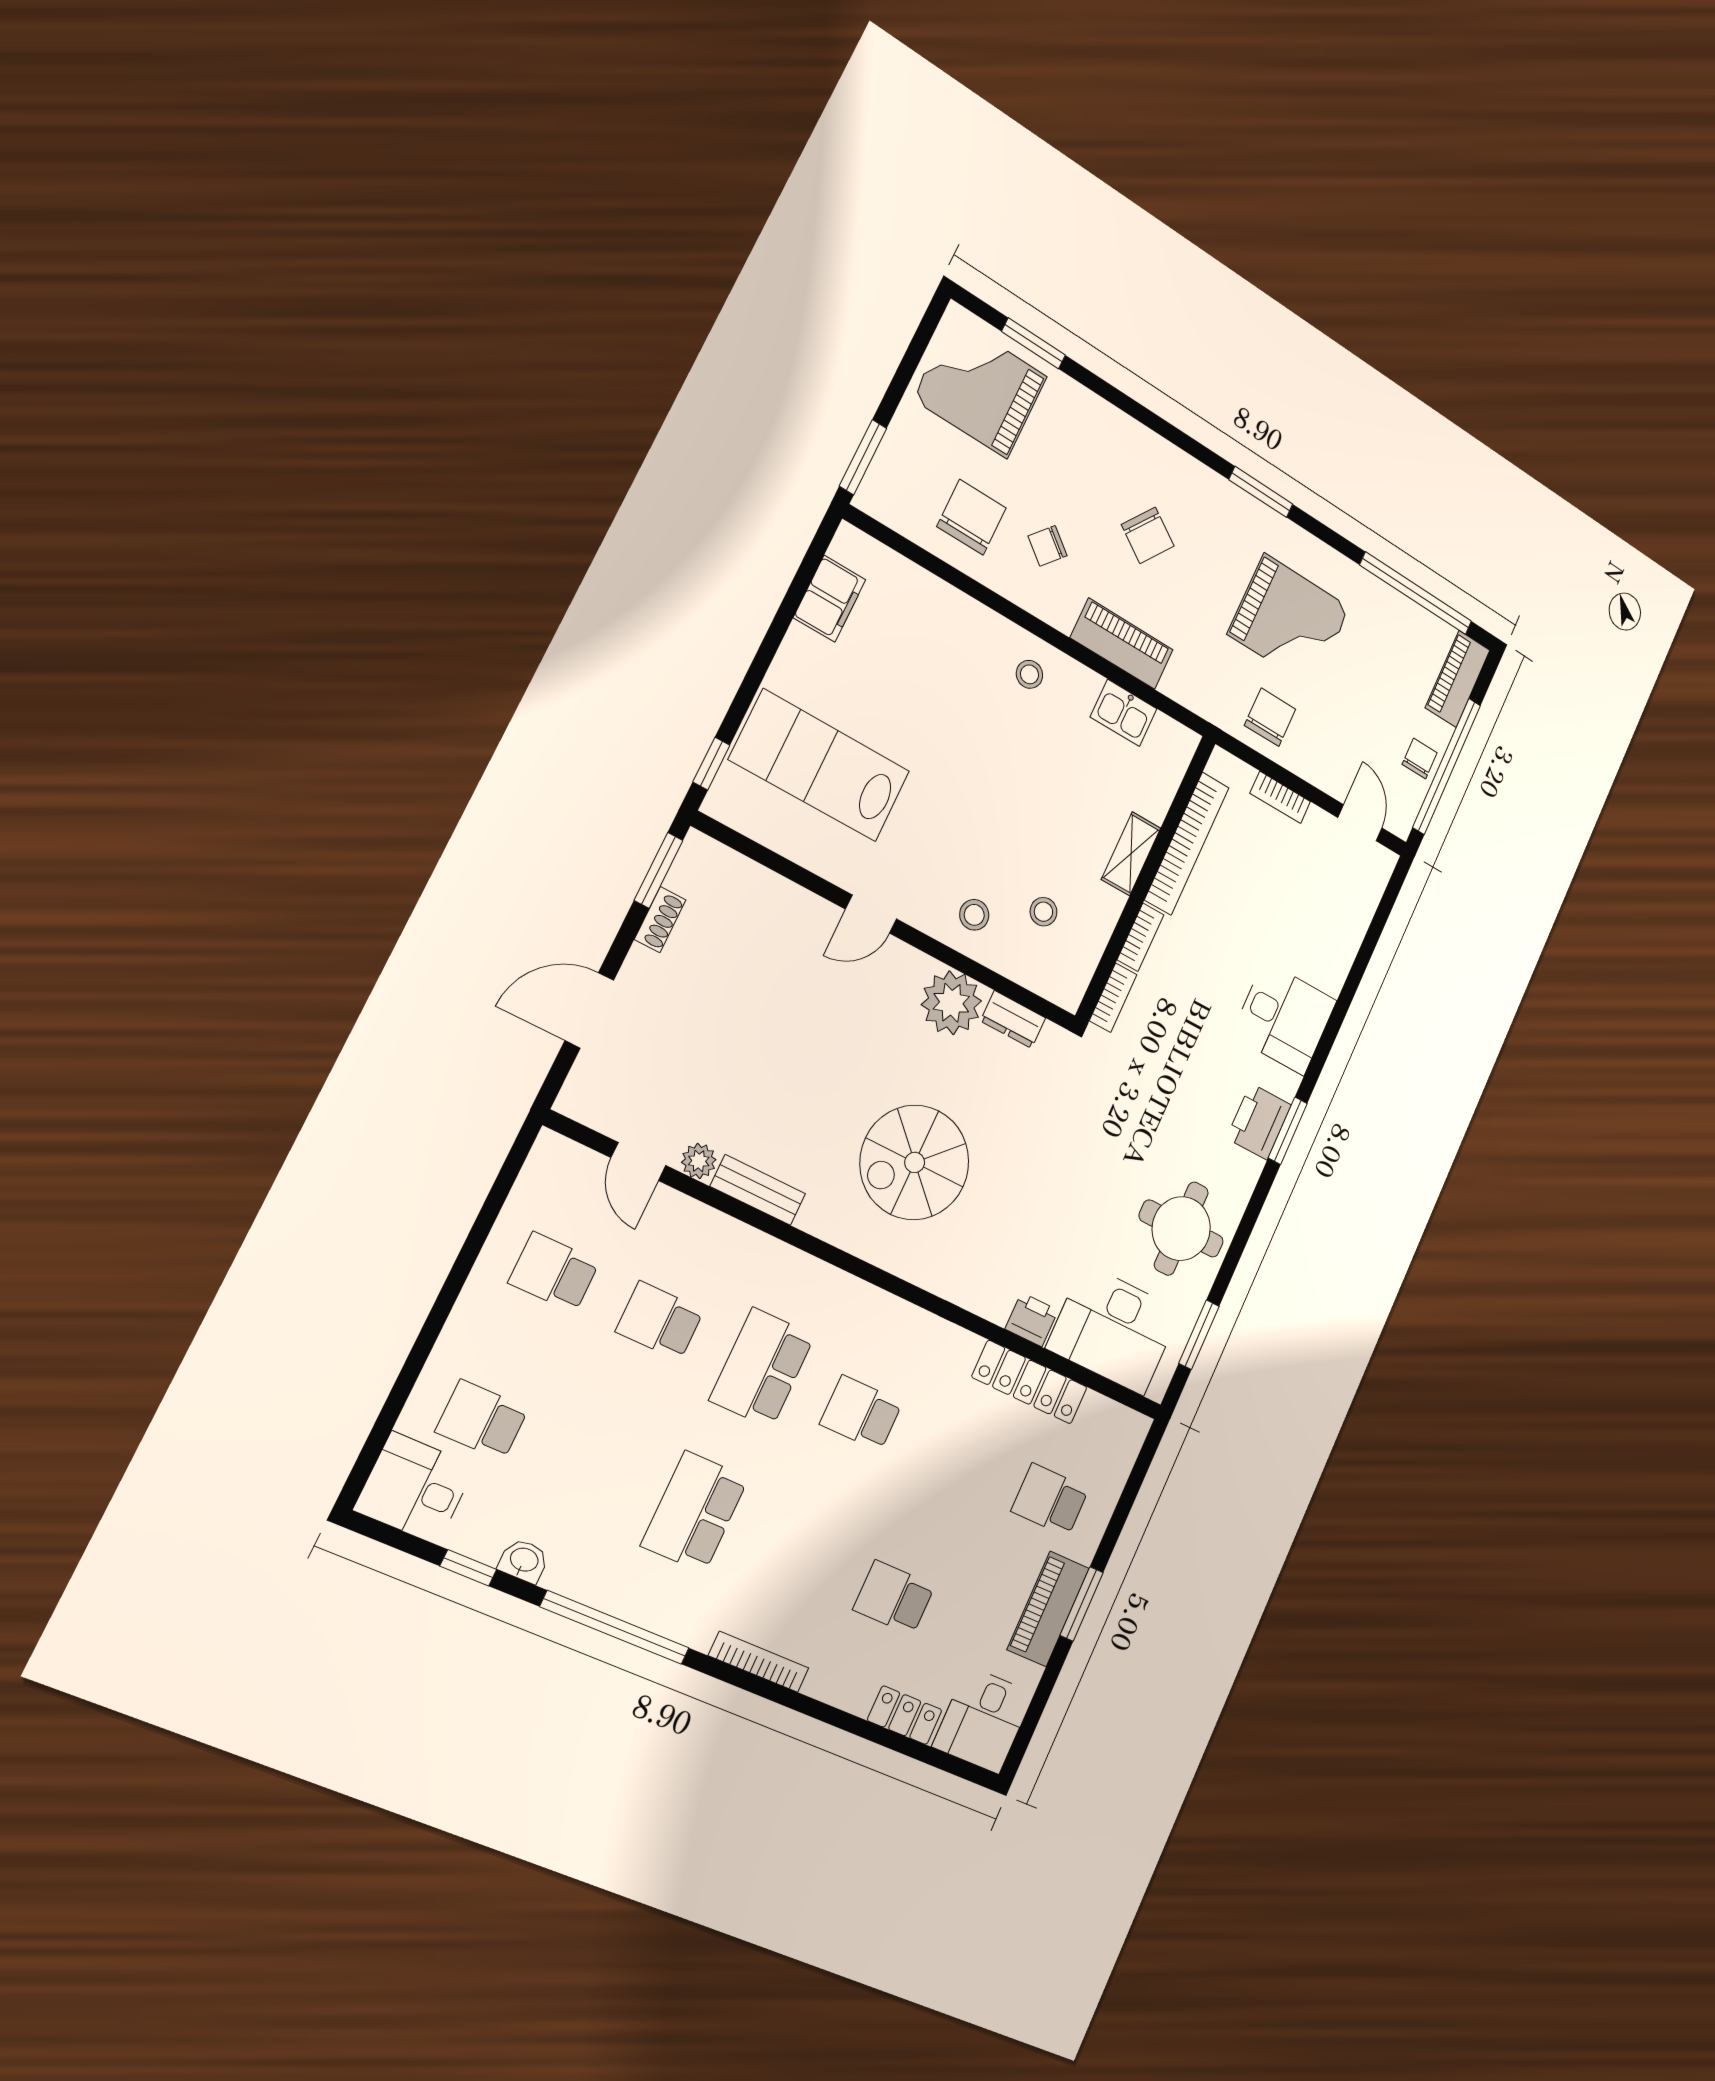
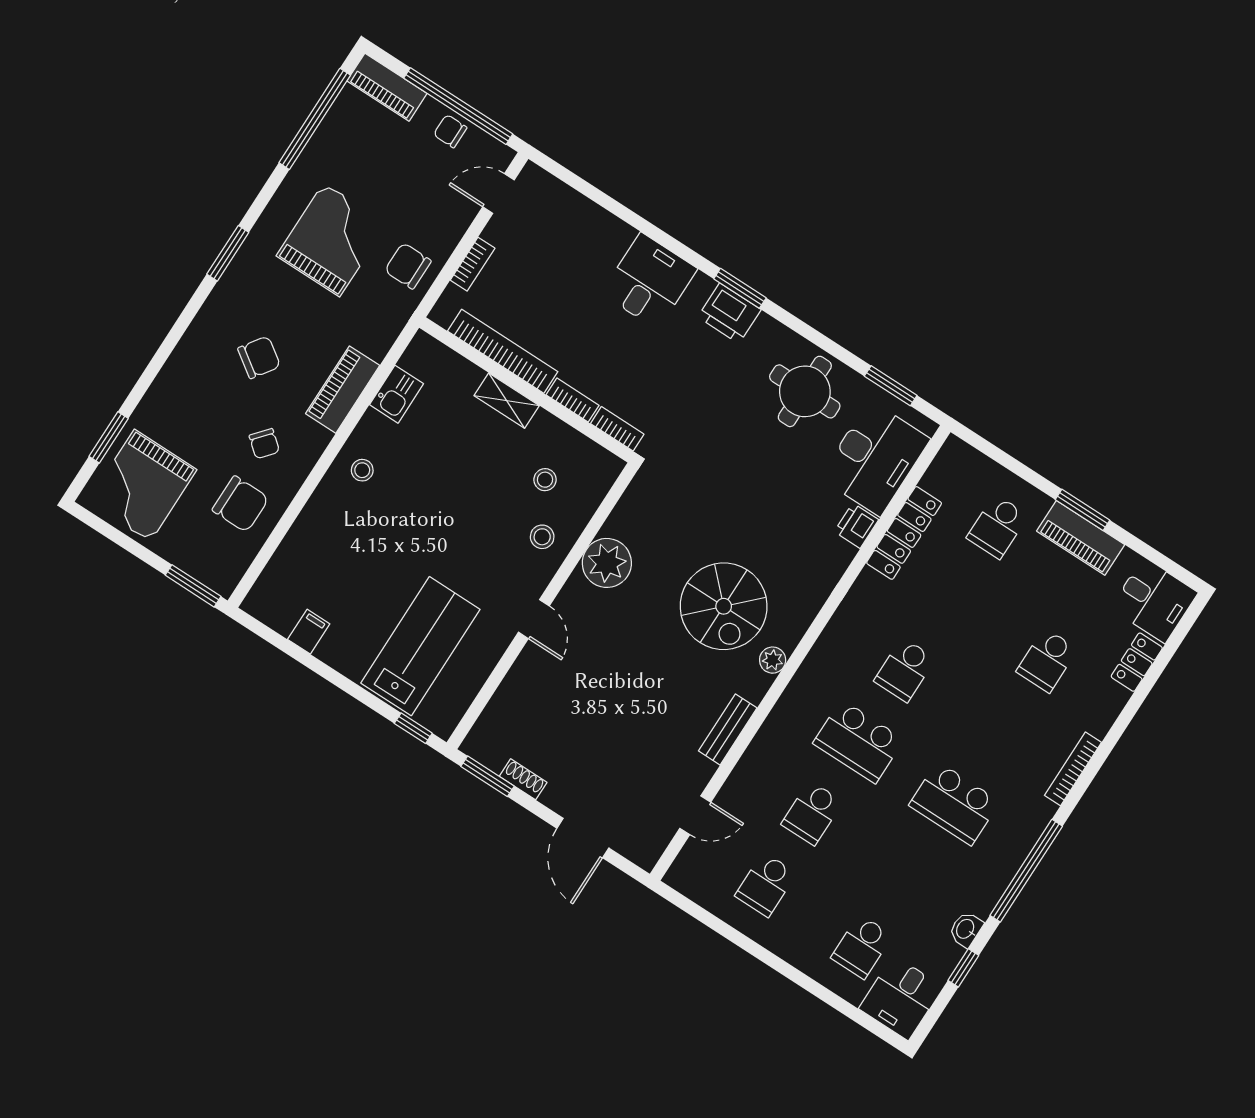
chair: (971, 517) -> (240, 504), turned 180
filing cabinet: (830, 599) -> (309, 632), width x0.50
lab bench: (820, 765) -> (420, 646), turned 180
dresser: (1013, 1019) -> (625, 514), removed
plant: (699, 1161) -> (773, 660), moved

